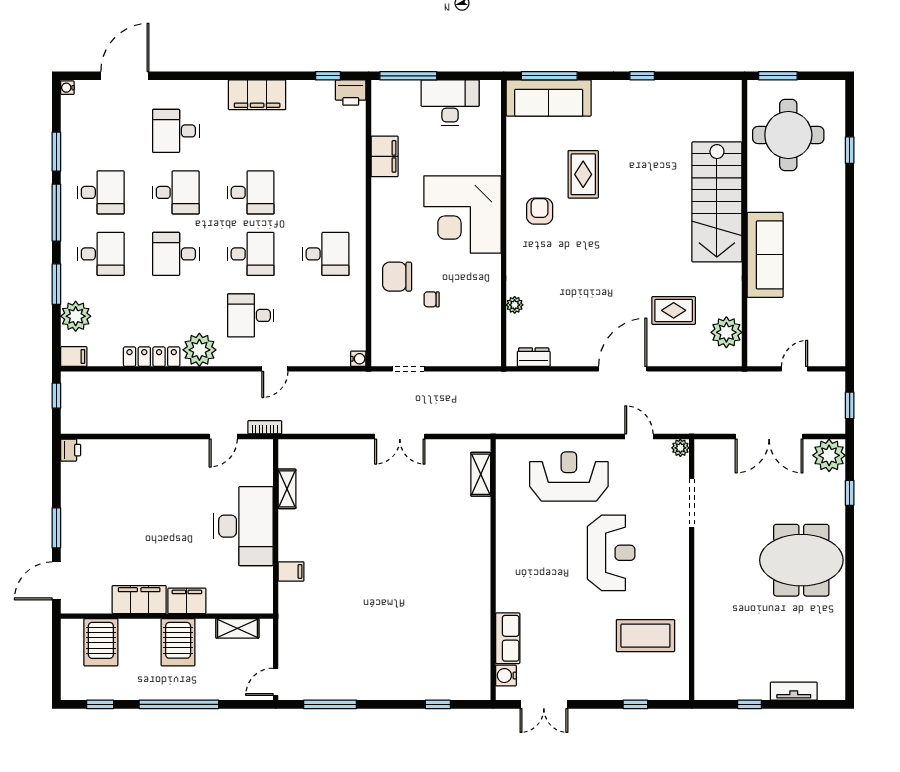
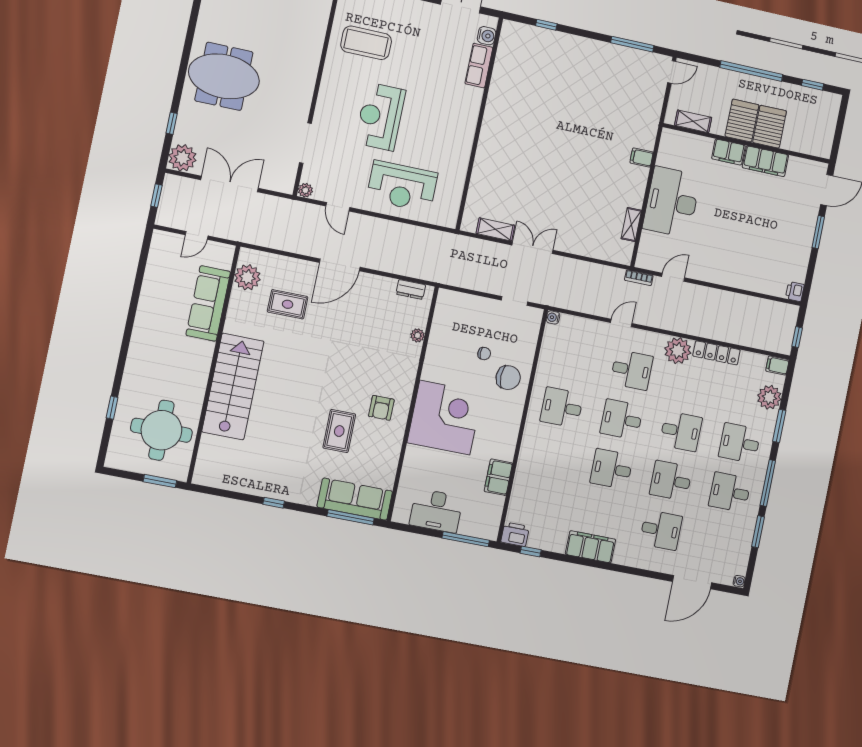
sofa: (765, 255) -> (208, 303), moved
shelving: (481, 474) -> (495, 229), moved, turned 90
server rack: (101, 642) -> (770, 127), moved

